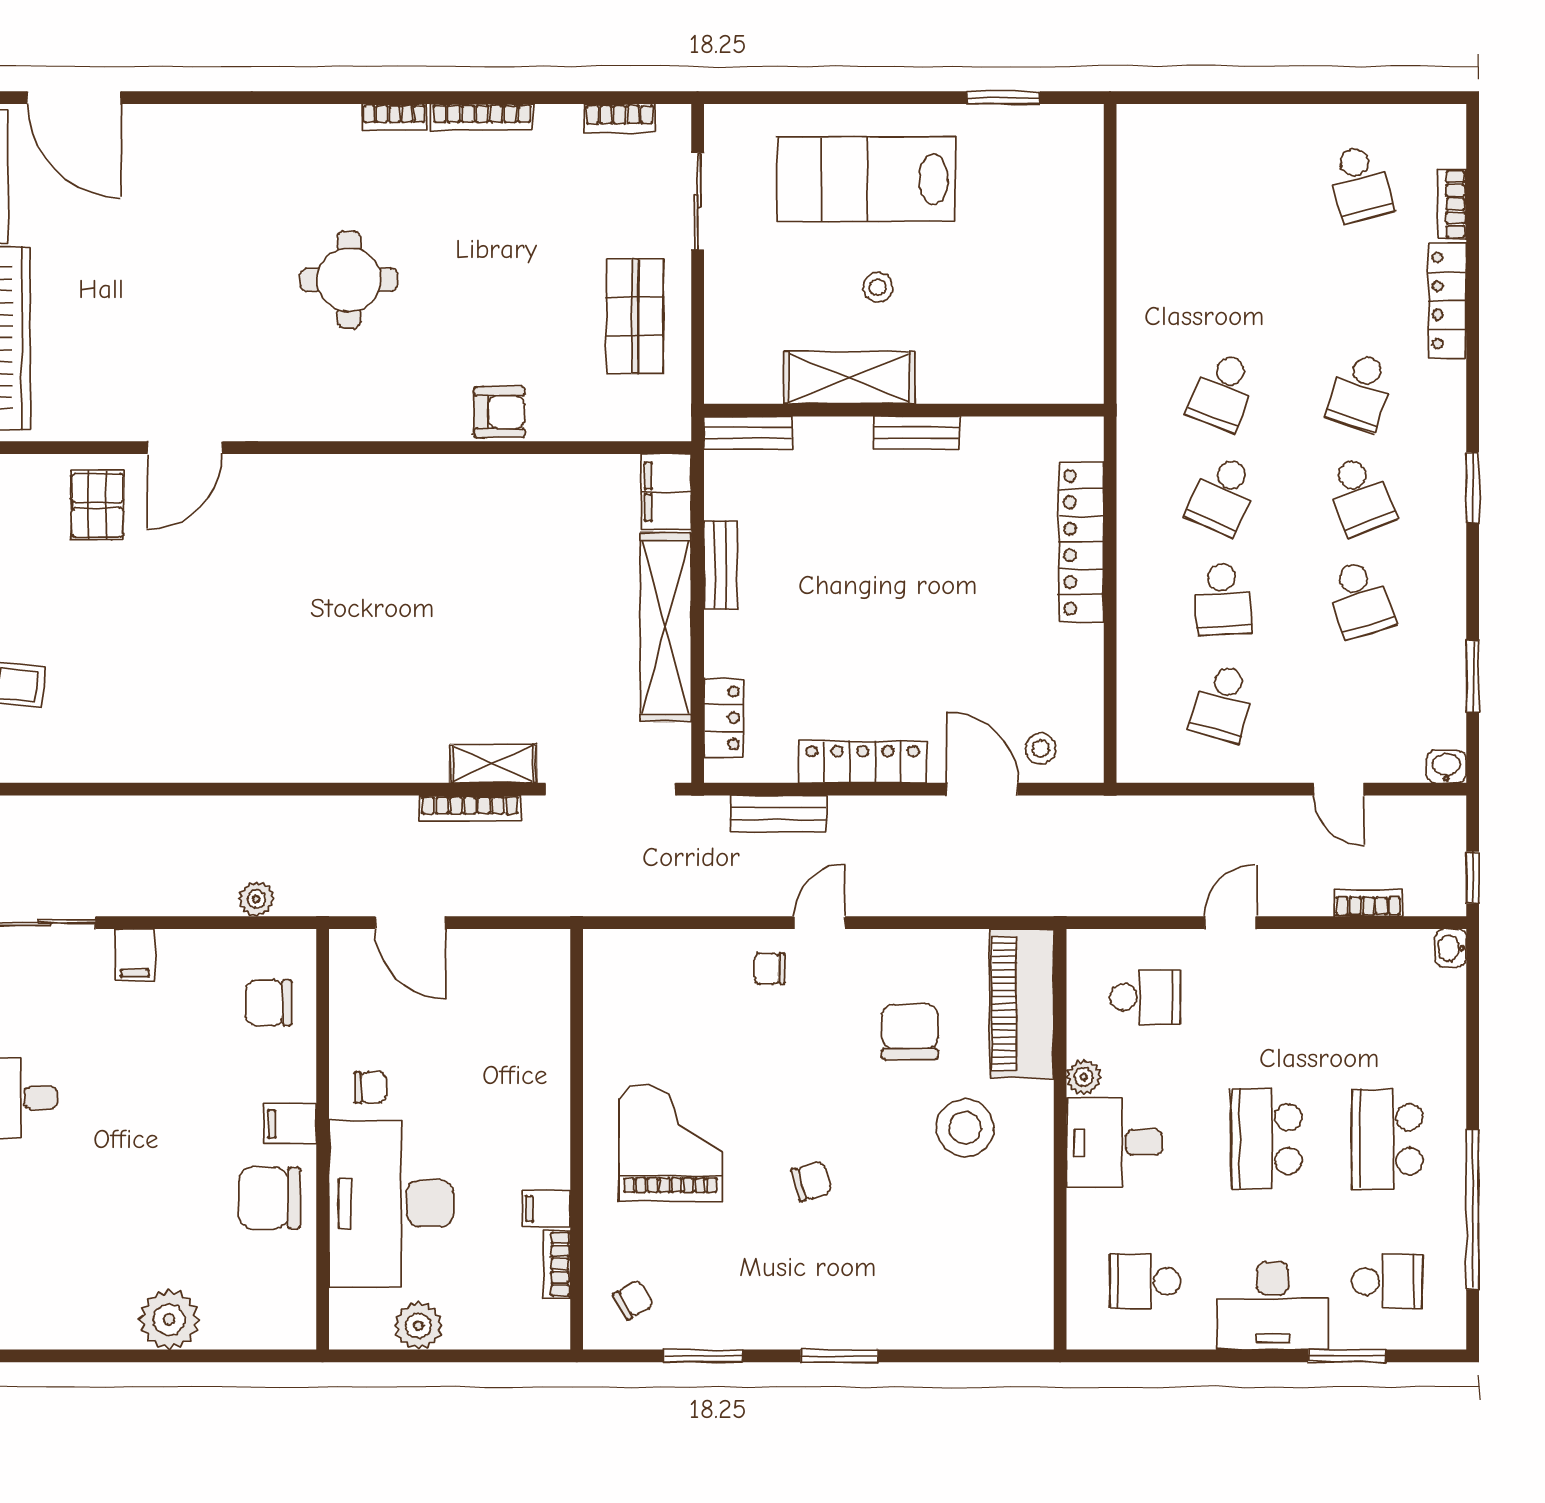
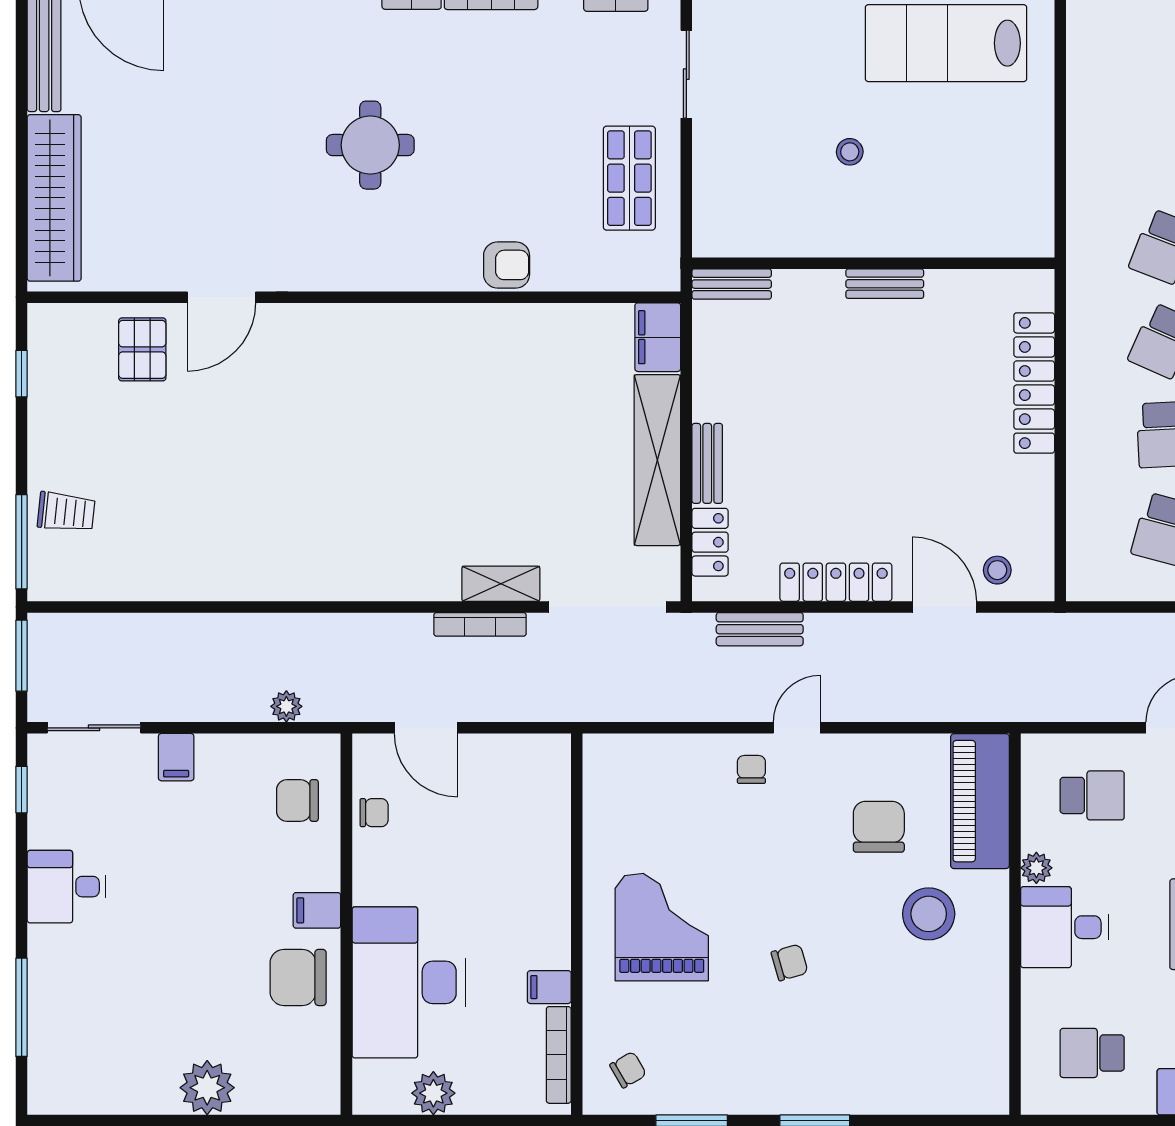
lab bench: (866, 179) -> (946, 43), moved
shelving: (849, 378) -> (824, 234), removed
bench: (721, 565) -> (707, 463), moved
chair: (769, 968) -> (751, 769), turned 90
chair: (370, 1087) -> (374, 813), moved
bookcase: (557, 1264) -> (559, 1055), width x1.56

